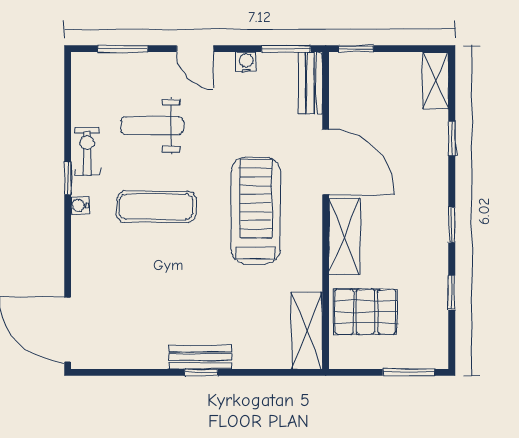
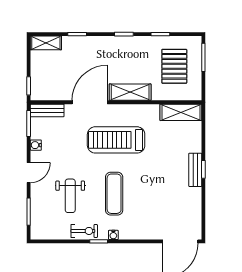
exercise bike: (87, 151) -> (84, 231), turned 180
pallet: (365, 312) -> (174, 66), moved

